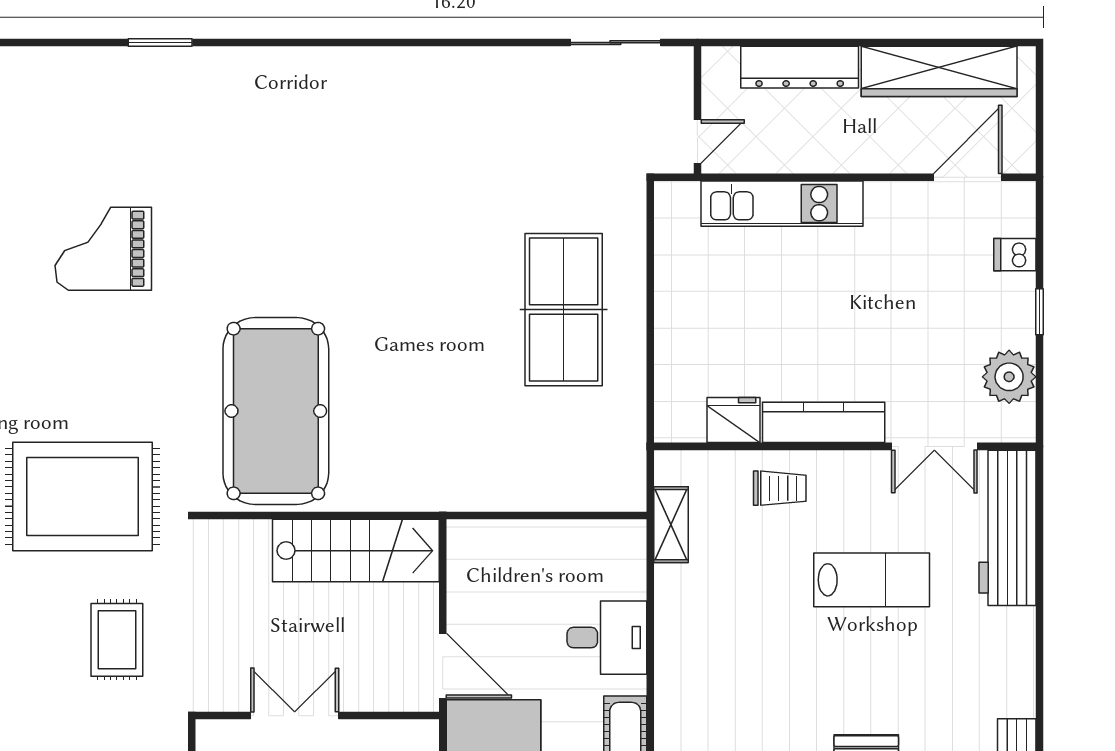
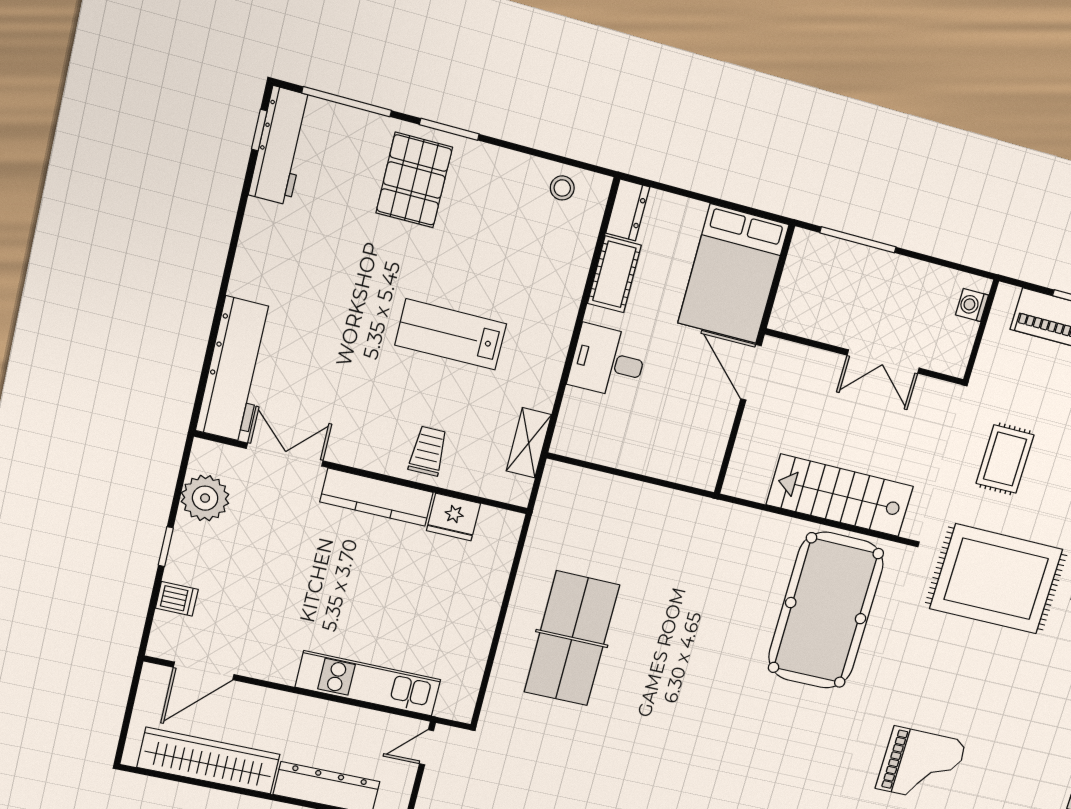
trolley: (780, 488) -> (428, 451), turned 90
stairs: (356, 551) -> (840, 495), moved
lab bench: (872, 580) -> (451, 334), moved

